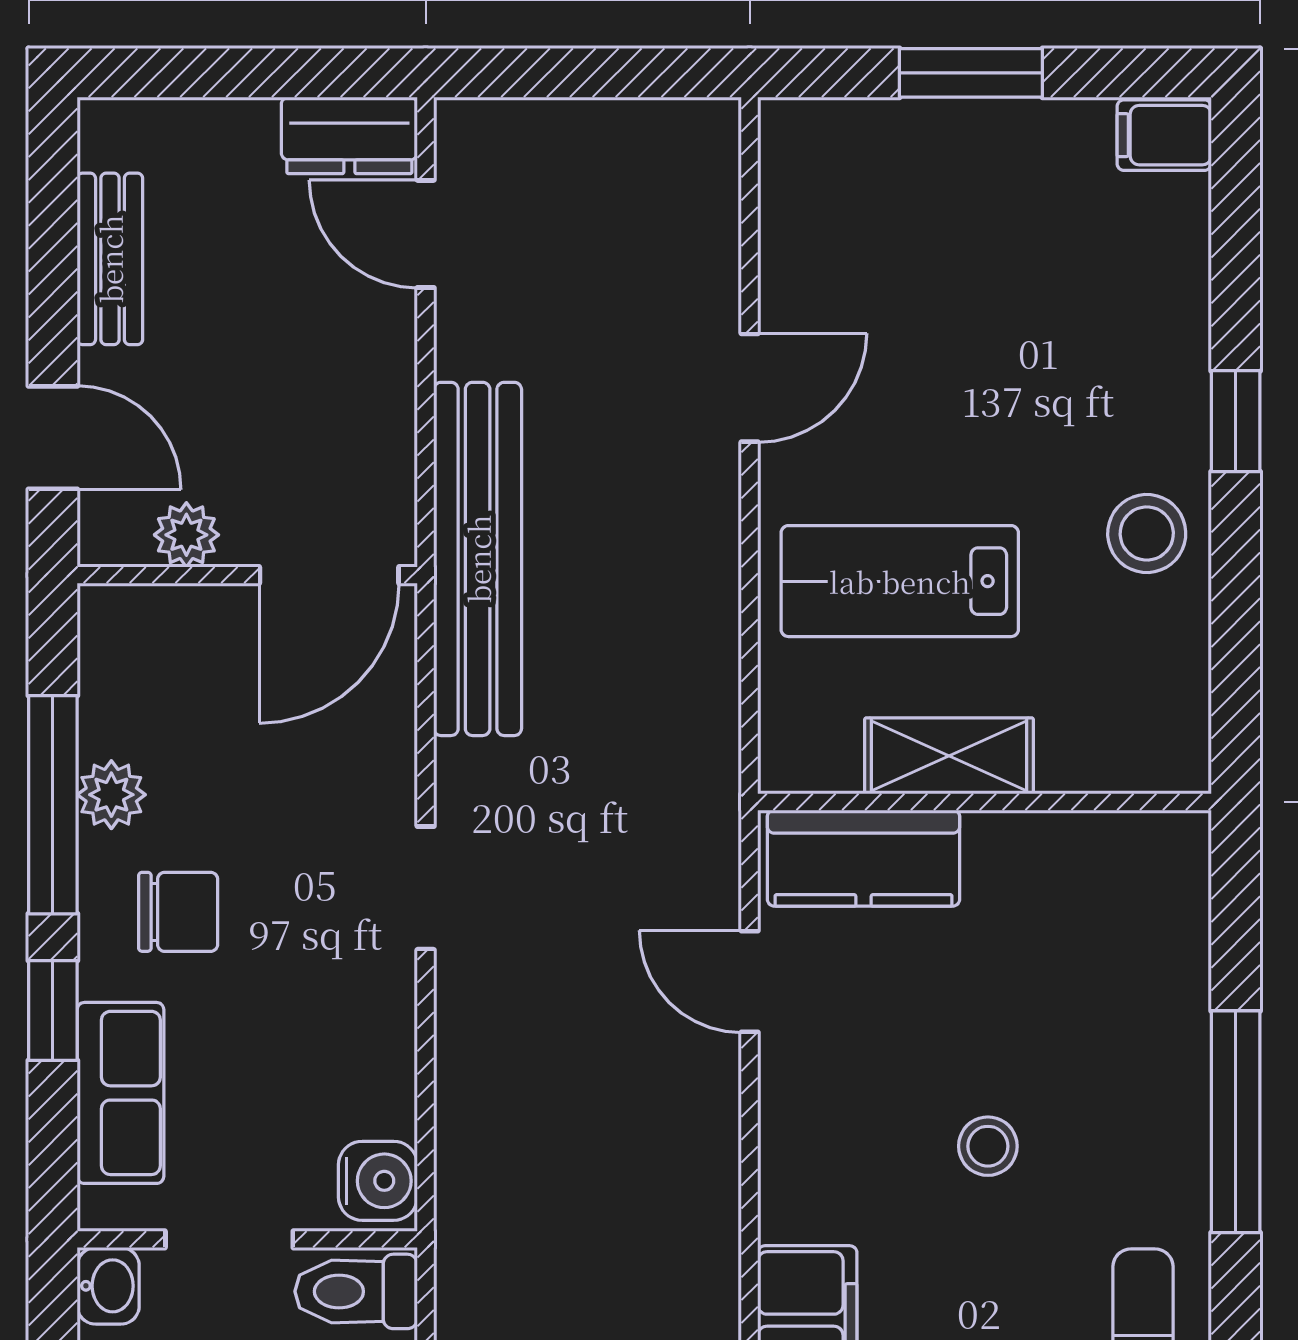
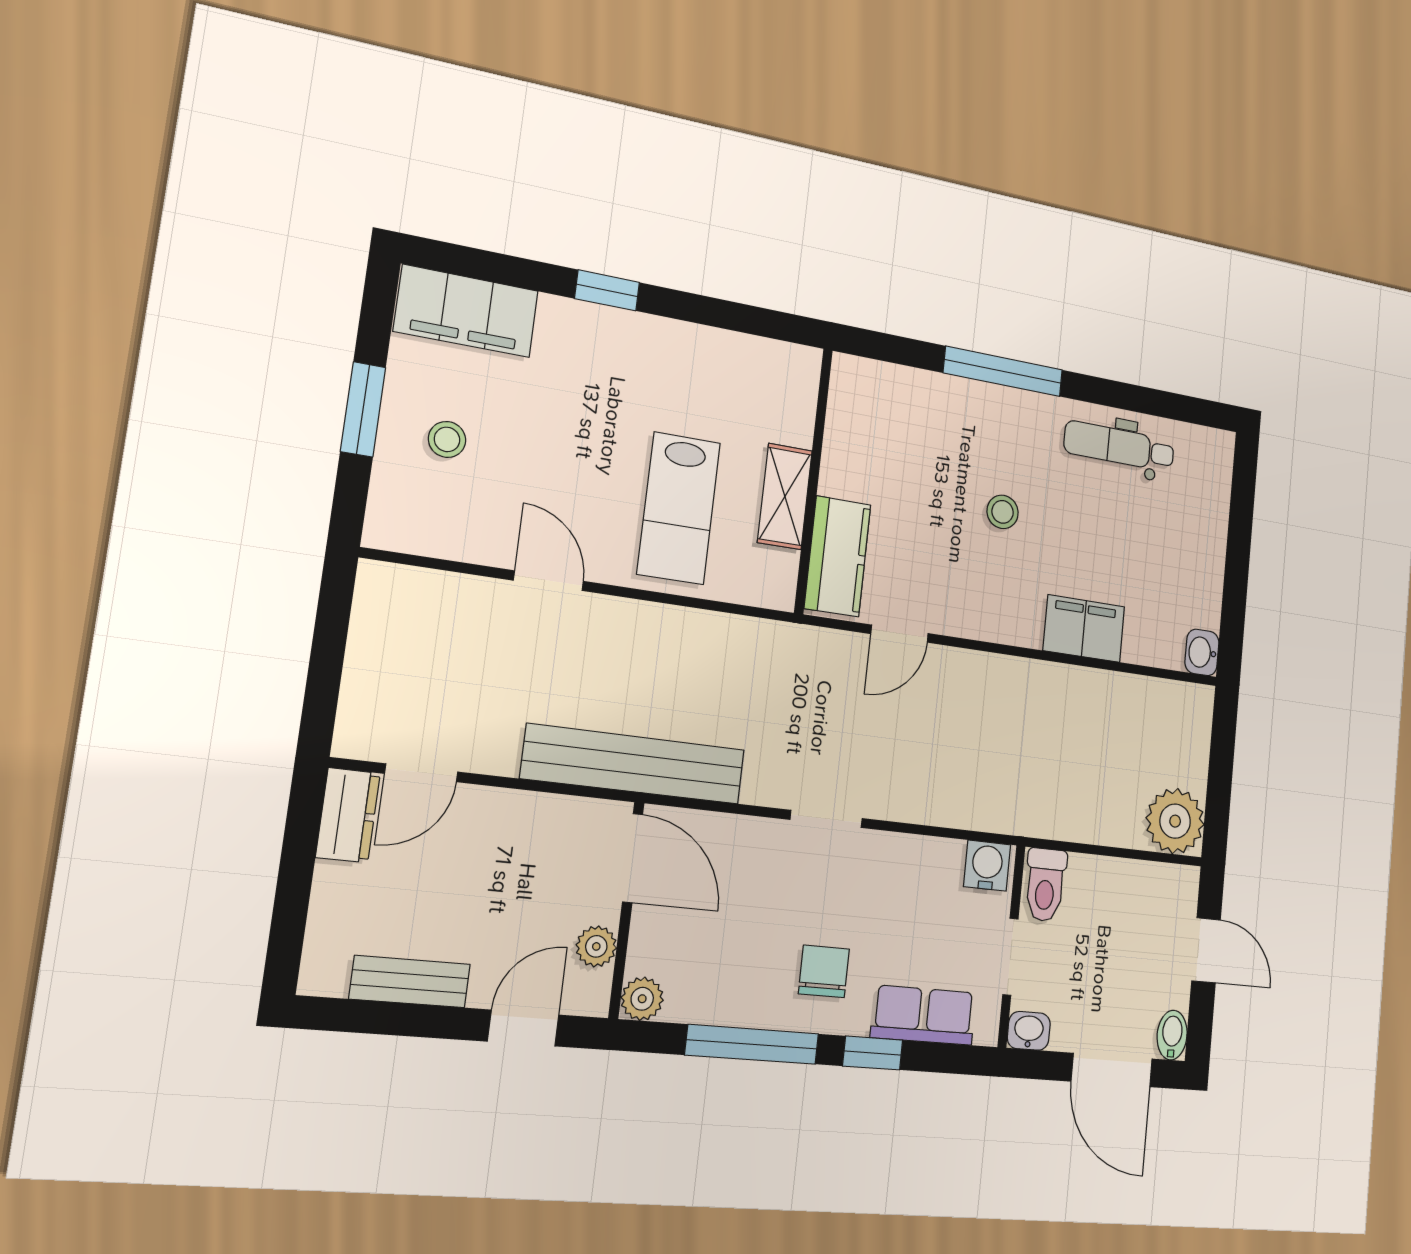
filing cabinet: (1164, 135) -> (466, 311), width x3.00, depth x1.17
stool: (1147, 534) -> (447, 439), moved, width x0.73, depth x0.73
plant: (111, 795) -> (642, 999), moved

